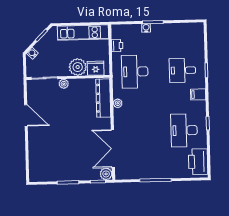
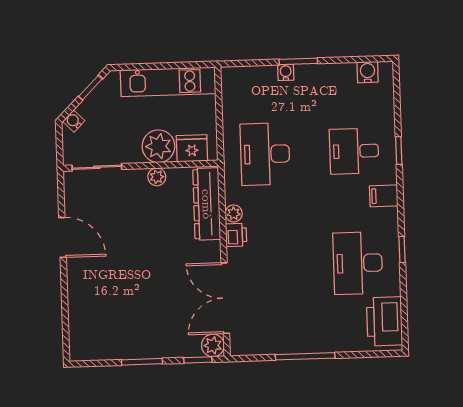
water cooler: (190, 28) -> (368, 72), added
printer: (117, 46) -> (236, 235), moved
plant: (64, 84) -> (157, 177), moved

